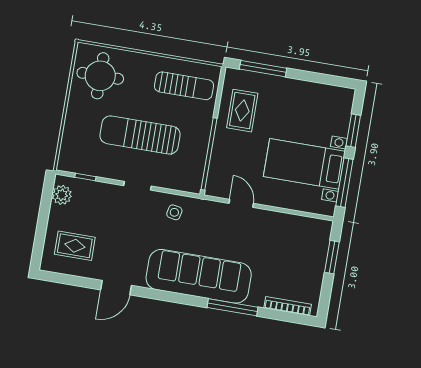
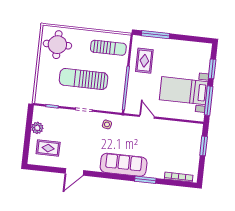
plant: (62, 195) -> (37, 128), moved
sofa: (199, 276) -> (124, 165), width x0.74, depth x0.79
window: (232, 307) -> (145, 180), width x0.69

